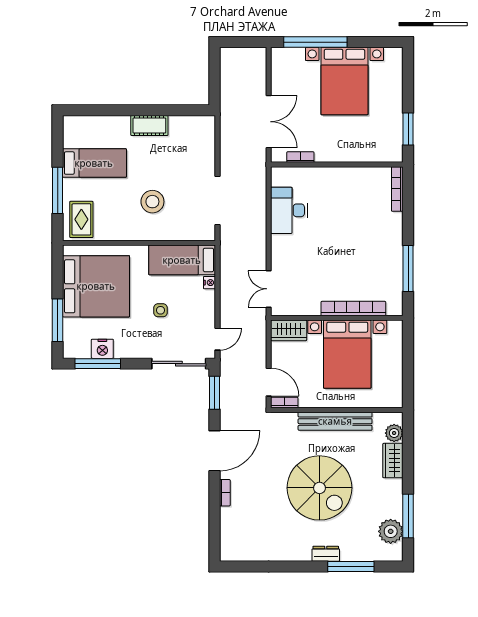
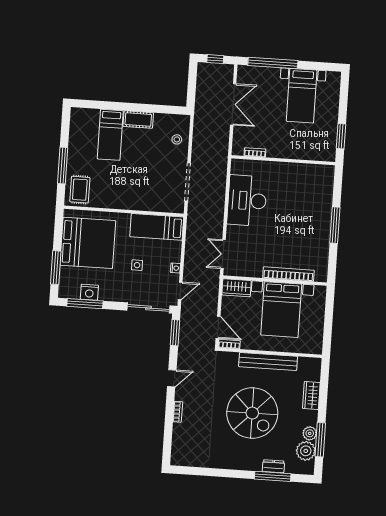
window: (242, 42) -> (215, 59), added
bed with nightstands: (344, 81) -> (302, 96), width x0.73
double door: (269, 122) -> (233, 104), moved
bed: (94, 163) -> (110, 135), moved, turned 90
bookcase: (397, 189) -> (329, 183), removed
stool: (152, 202) -> (177, 139), moved, width x0.53, depth x0.53
desk: (289, 210) -> (247, 201), width x1.36, depth x1.30
window: (408, 269) -> (335, 225), moved
nightstand: (209, 283) -> (175, 268), moved
plant: (394, 433) -> (310, 433), moved
door: (214, 451) -> (172, 378), width x0.53
dresser: (326, 554) -> (273, 466), moved

